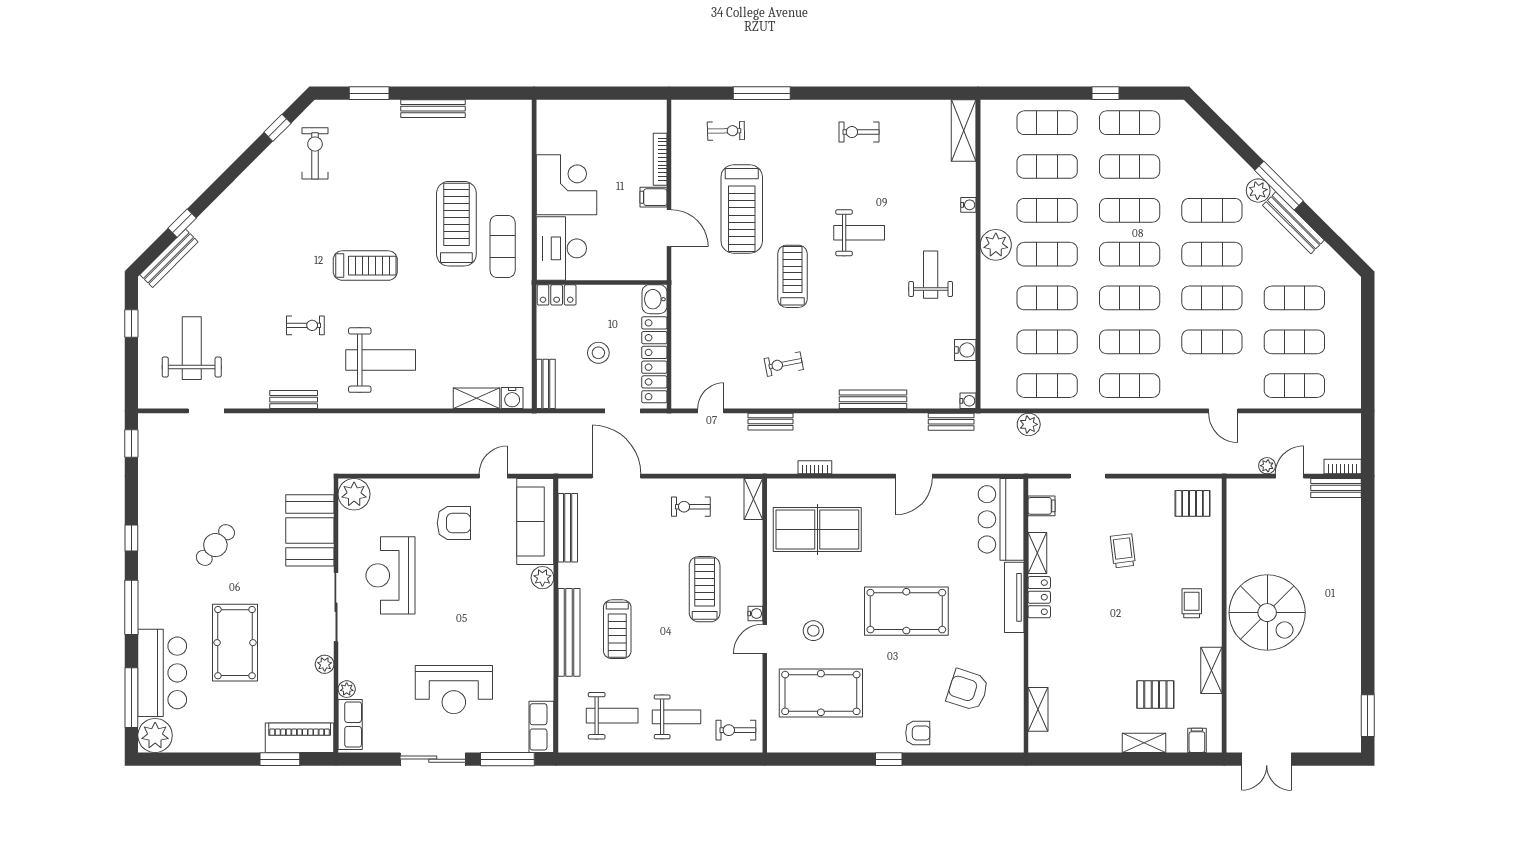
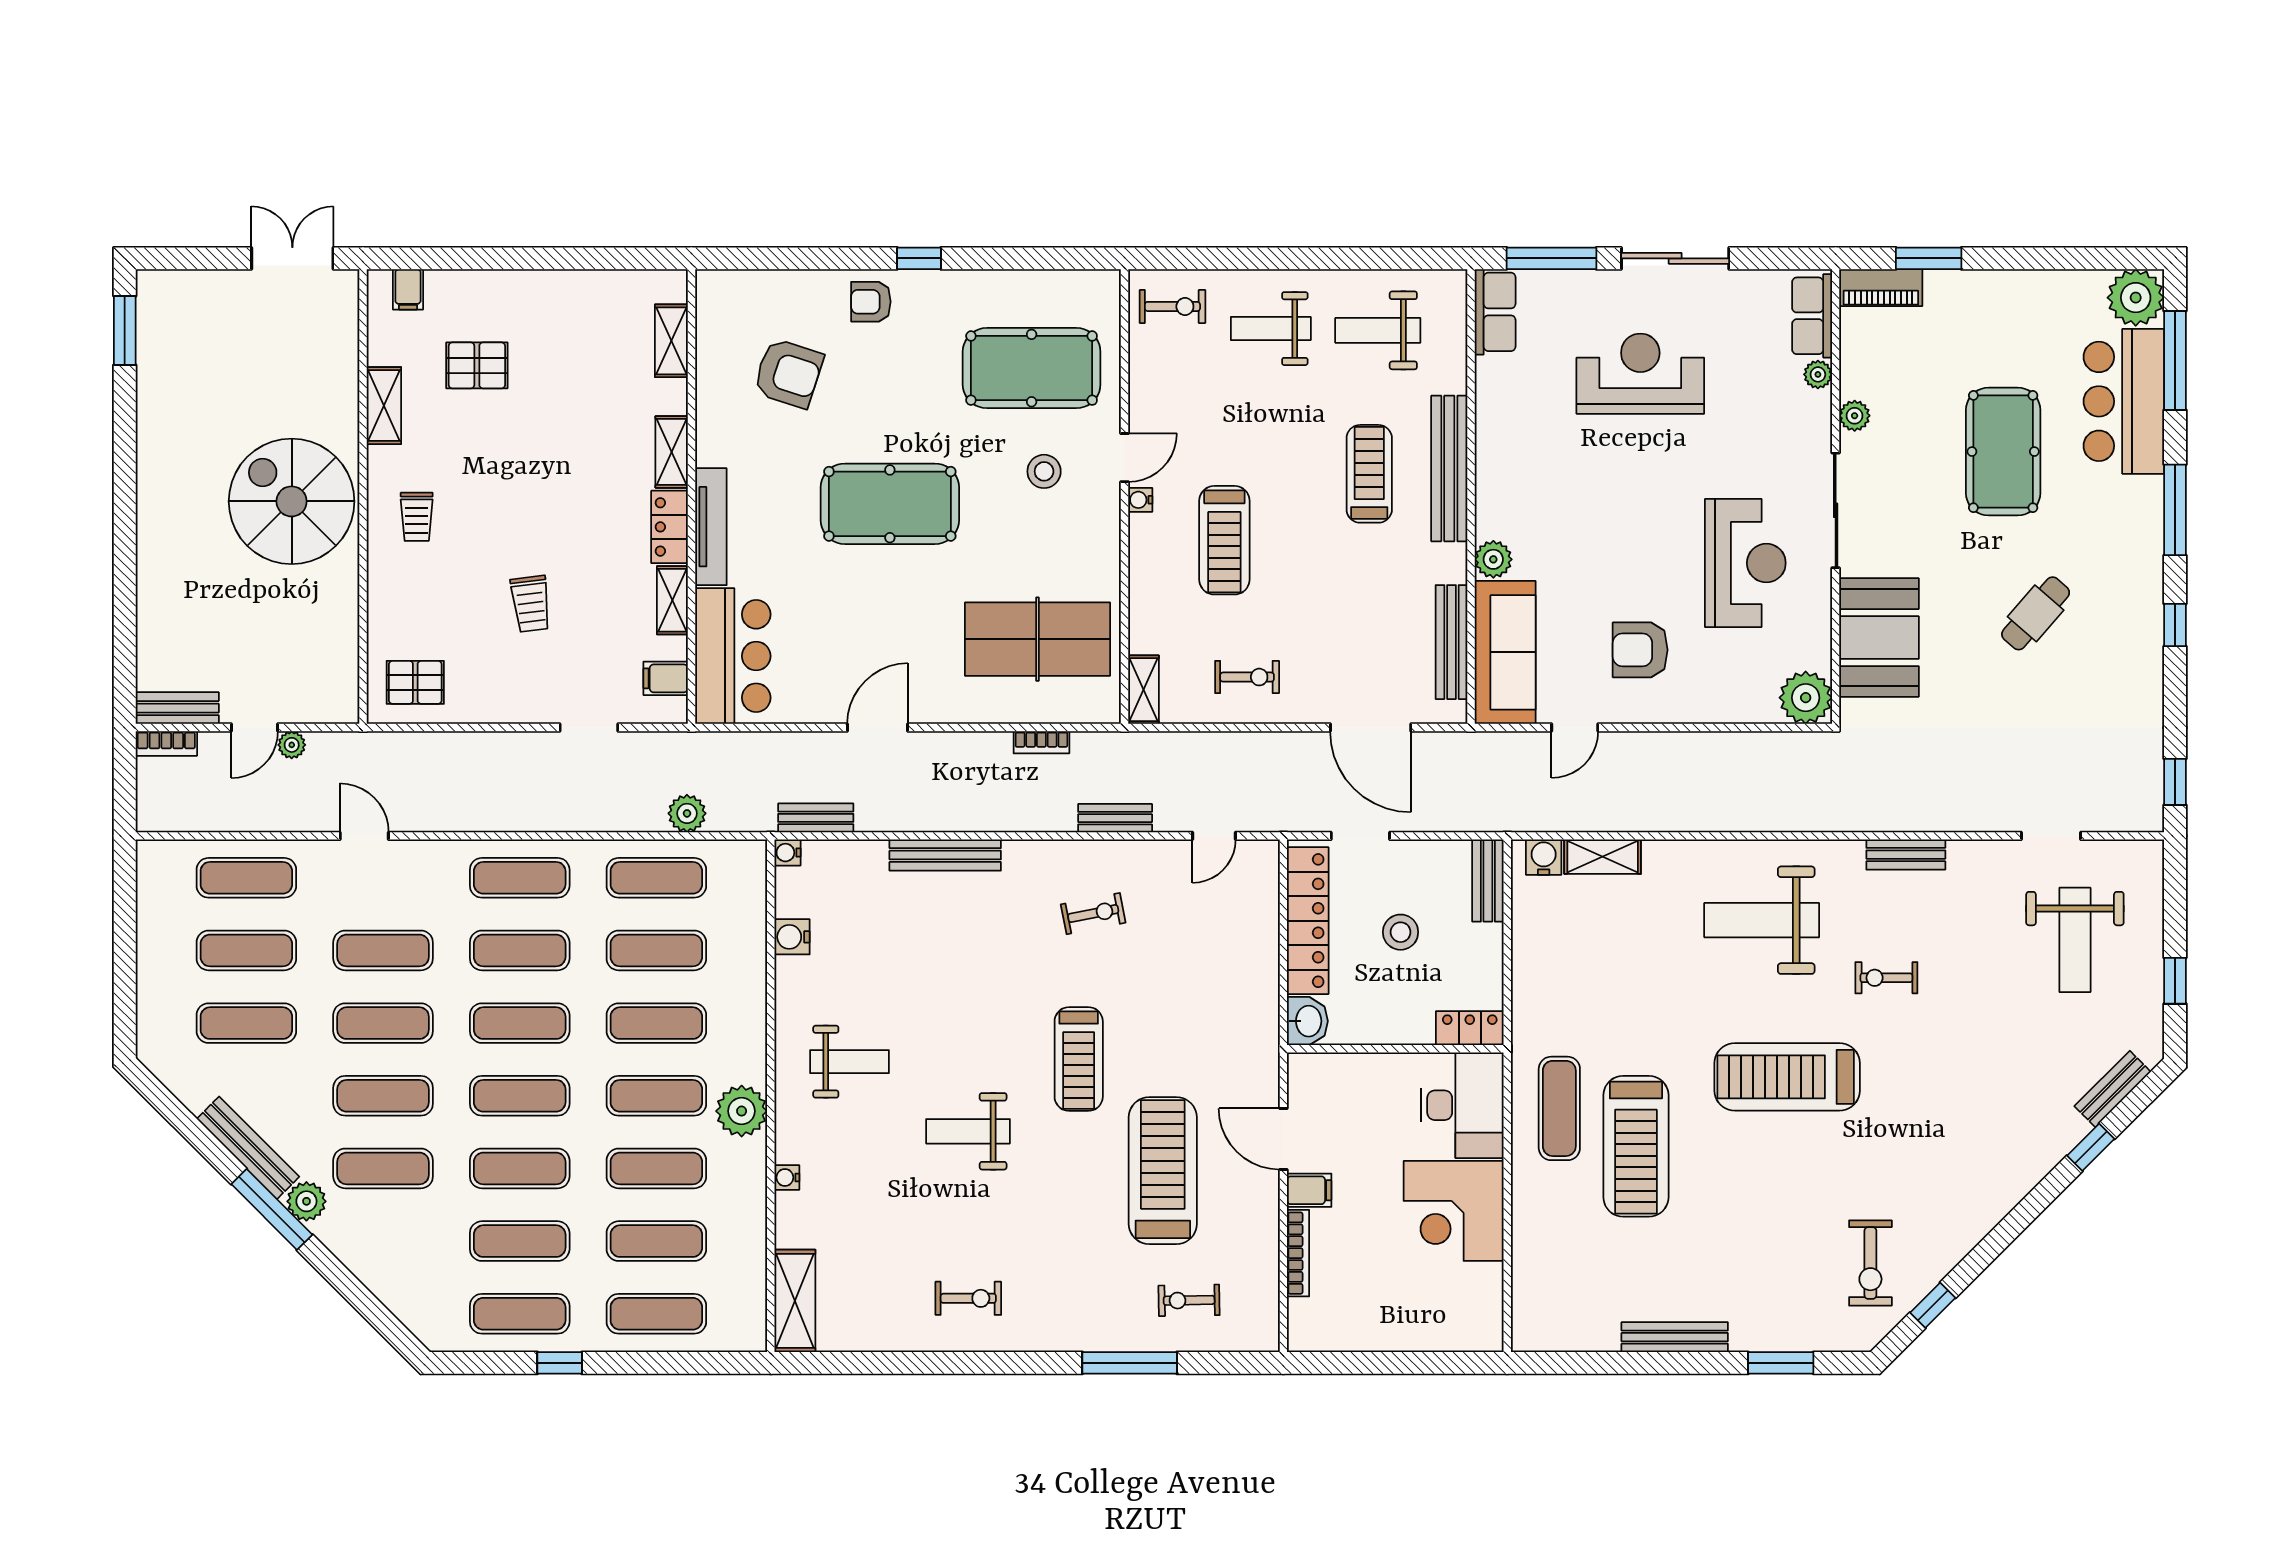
bench: (169, 258) -> (2113, 1089), width x0.73
treadmill: (365, 266) -> (1787, 1077), width x1.37, depth x1.38
weight bench: (931, 275) -> (849, 1062), turned -90
piano: (300, 738) -> (1881, 288), width x0.73, depth x0.75
shelving: (1144, 743) -> (672, 452), moved, turned 90

